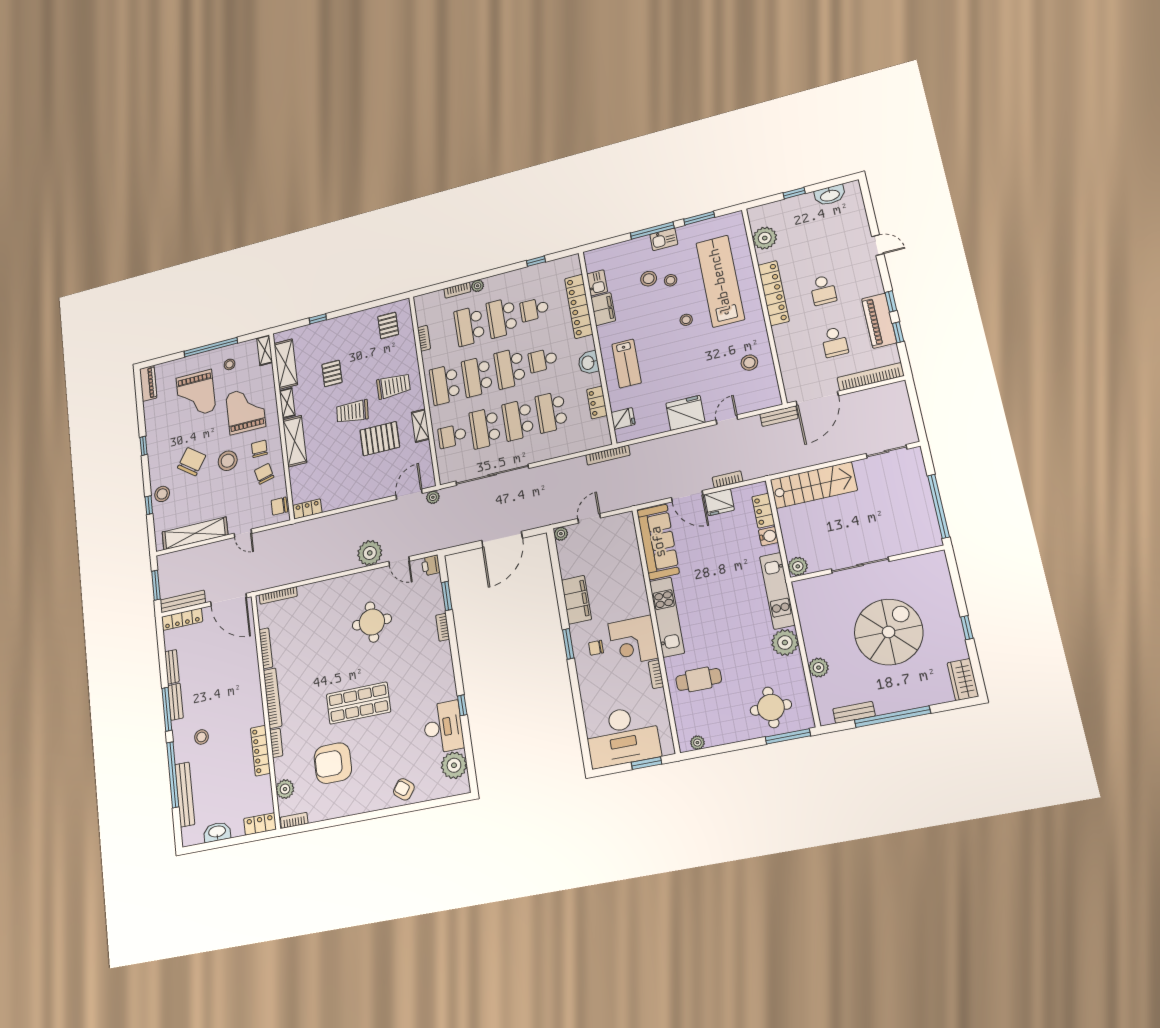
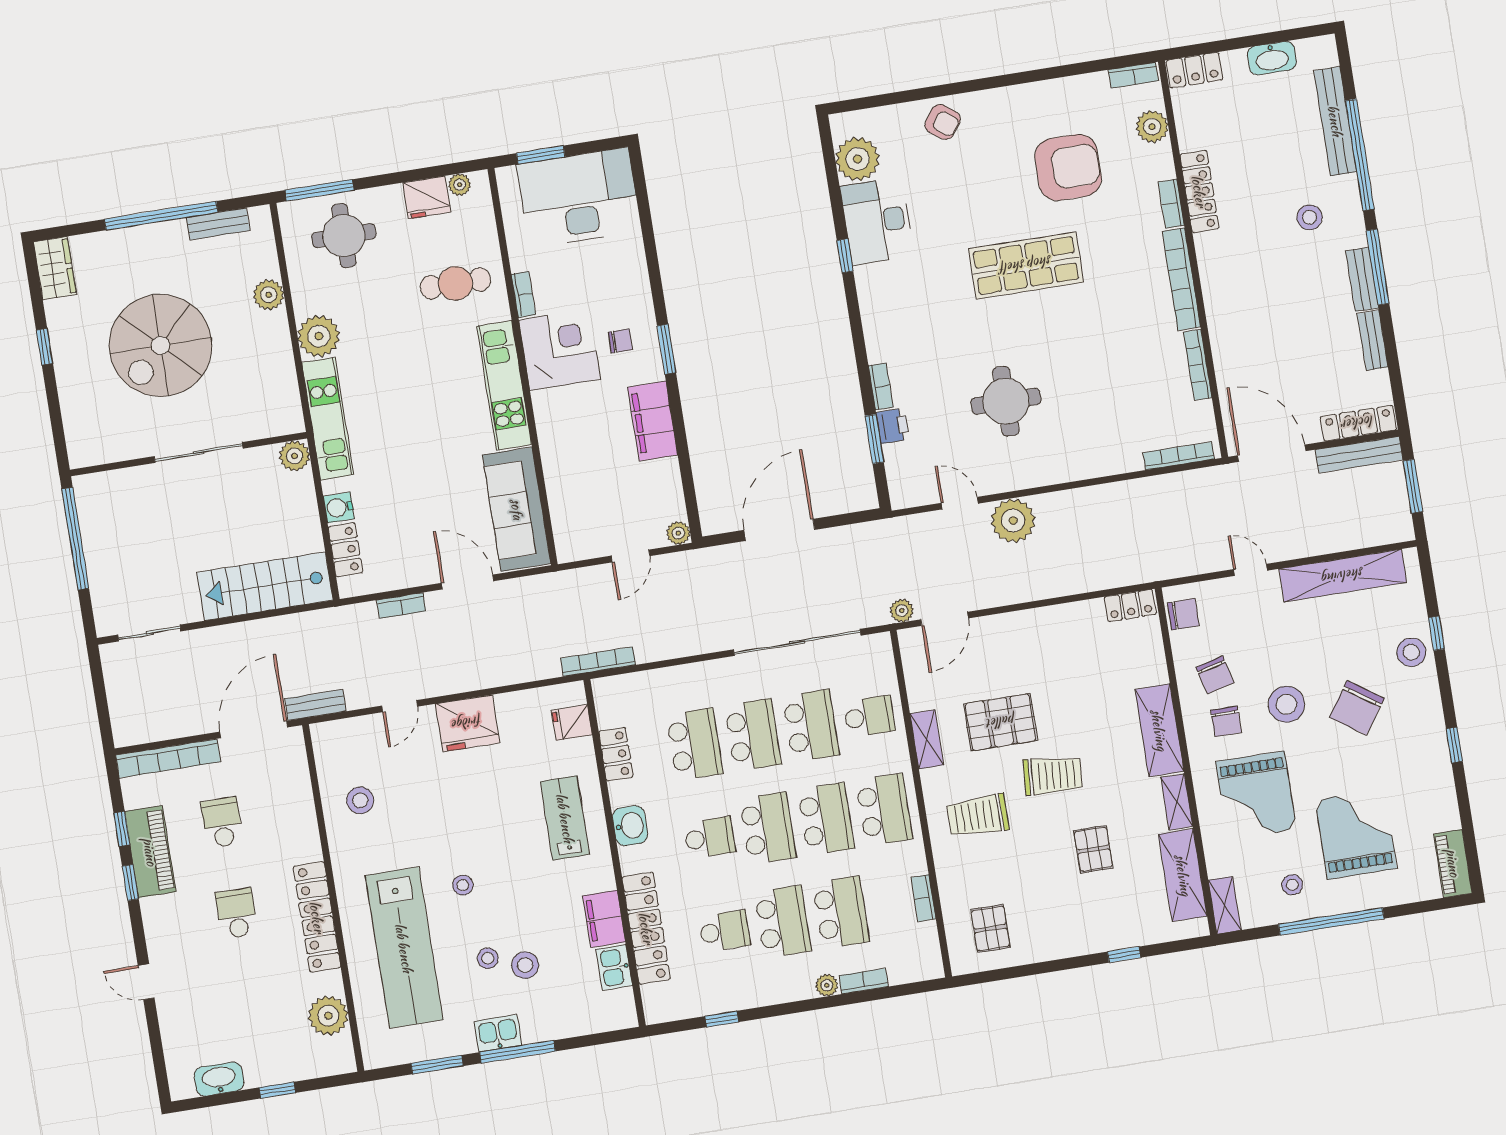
fridge: (719, 502) -> (427, 197), moved, turned 180
printer: (431, 565) -> (893, 426), moved

